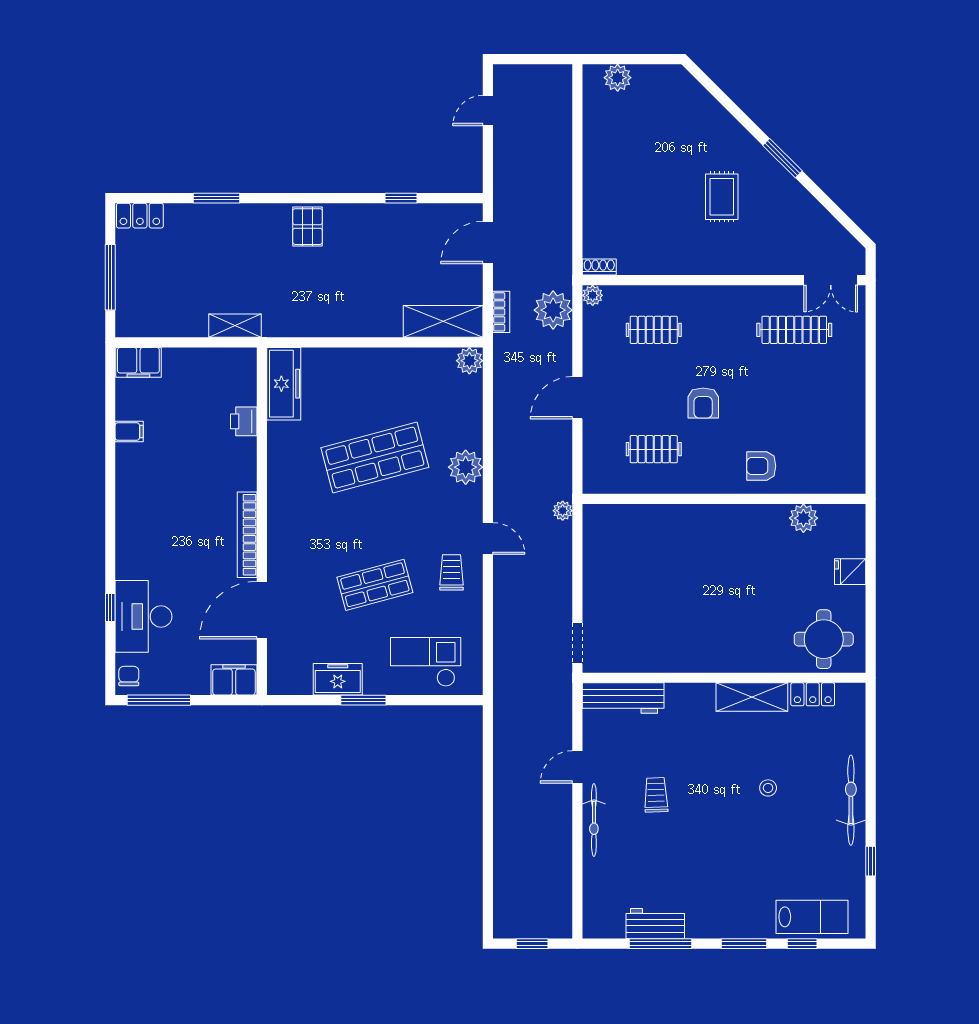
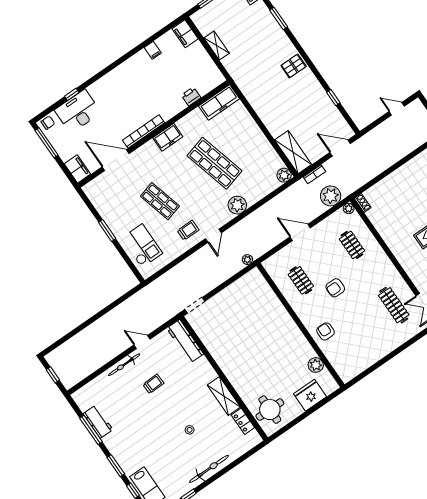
shelving: (235, 326) -> (217, 46), moved
fridge: (850, 572) -> (310, 395), width x1.88, depth x1.34
freezer: (338, 679) -> (168, 137), moved, turned 90

